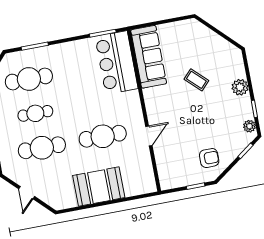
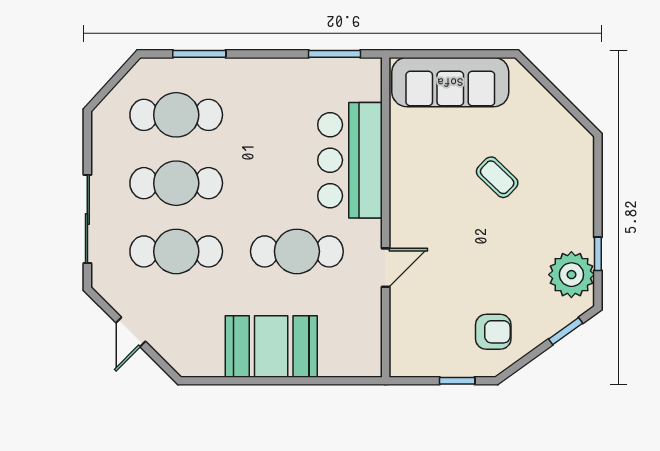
sofa: (149, 57) -> (450, 82), moved, turned 90
bar counter: (116, 63) -> (350, 160), moved
plant: (240, 87) -> (578, 207), removed
cafe table: (35, 113) -> (176, 183), width x1.37, depth x1.35
plant: (250, 126) -> (571, 275), width x1.87, depth x1.87

